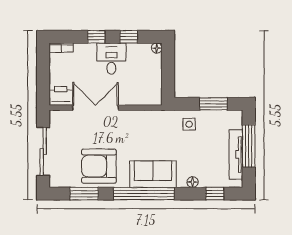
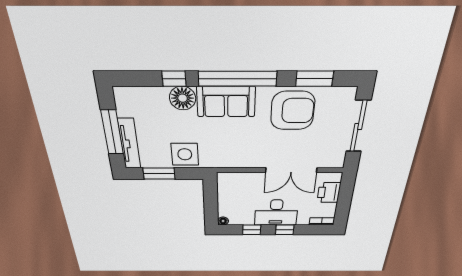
desk: (111, 59) -> (276, 213), width x1.37
printer: (61, 96) -> (329, 192), moved, turned 90
side table: (189, 124) -> (185, 154), width x1.87, depth x1.87
tv unit: (236, 154) -> (129, 144), moved
floor lamp: (193, 182) -> (183, 98), width x1.89, depth x1.89
window: (215, 194) -> (174, 79), moved

